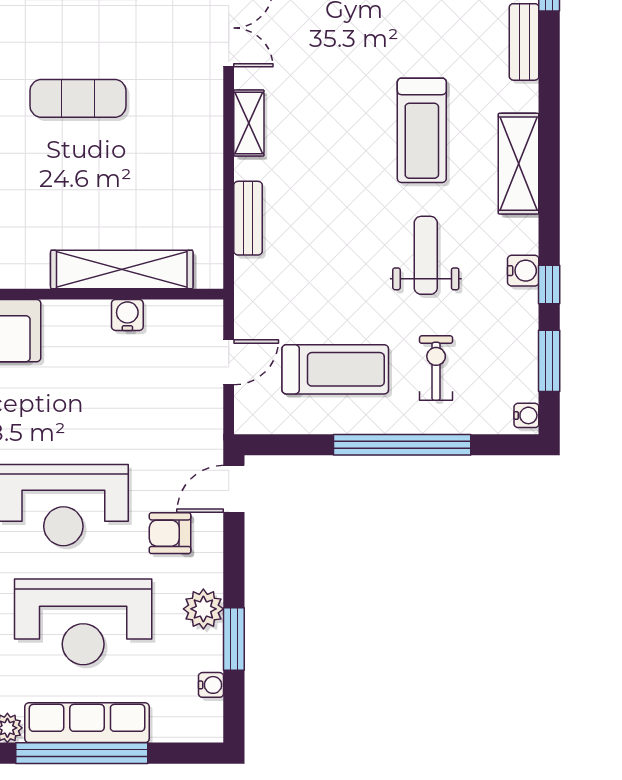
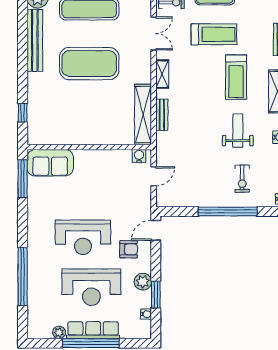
exercise mat: (78, 98) -> (89, 64), width x2.00, depth x1.45
shelving: (122, 270) -> (143, 115), moved, turned 90
water cooler: (127, 315) -> (139, 156), moved
exercise bike: (436, 368) -> (242, 179), turned 180
treadmill: (335, 369) -> (214, 34), moved
armchair: (170, 533) -> (129, 249), turned 180

